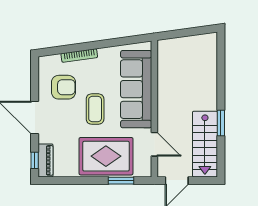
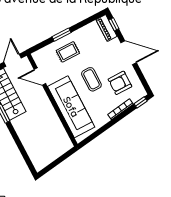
window: (51, 51) -> (141, 102), added
rug: (106, 156) -> (68, 52), width x0.54, depth x0.49
window: (121, 181) -> (61, 35), moved

